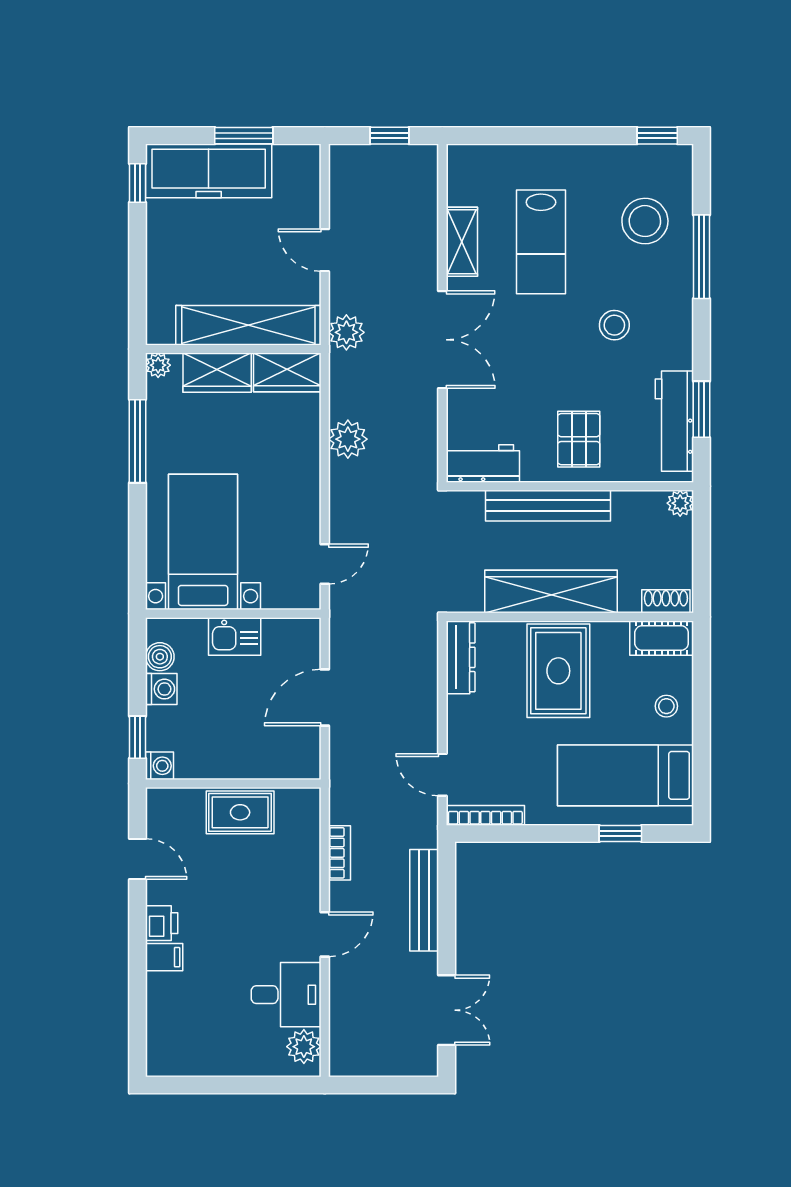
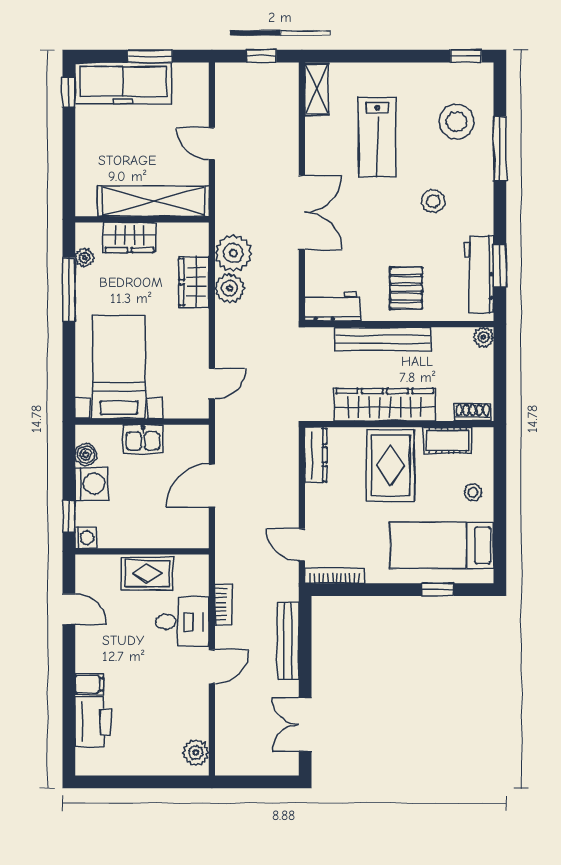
shelving: (462, 242) -> (317, 89), moved
plant: (346, 332) -> (233, 253), moved, width x1.36, depth x1.36
plant: (158, 365) -> (84, 258), moved
wardrobe: (287, 372) -> (194, 282), moved, turned 90
cot: (662, 638) -> (448, 440), moved
washing machine: (161, 689) -> (91, 484), width x1.38, depth x1.38
printer: (162, 923) -> (93, 722), moved, width x1.87, depth x1.48
desk: (286, 995) -> (182, 622), moved
double door: (447, 1010) -> (305, 725), swing flipped

